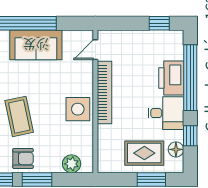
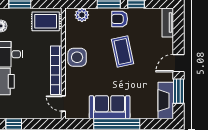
door: (95, 50) -> (63, 103), swing flipped
rug: (144, 153) -> (46, 21), moved

